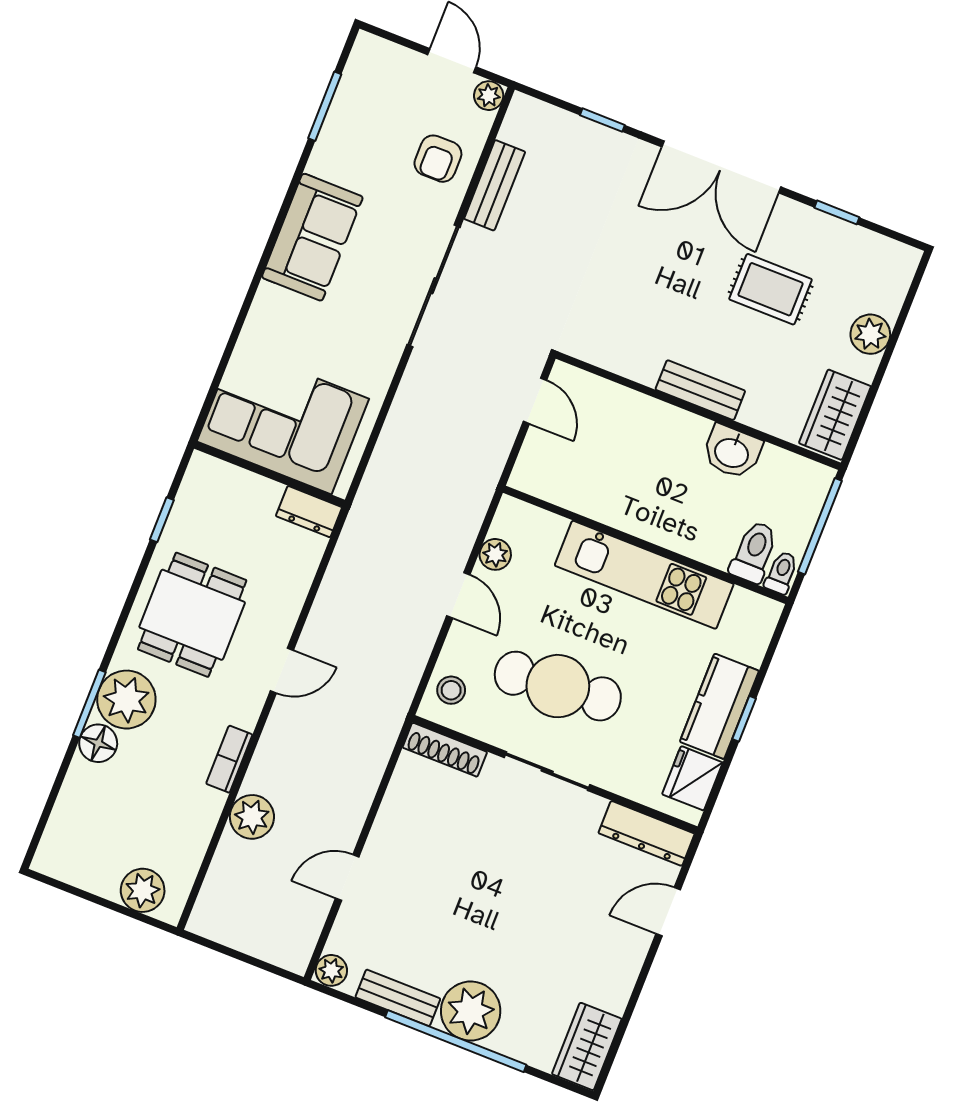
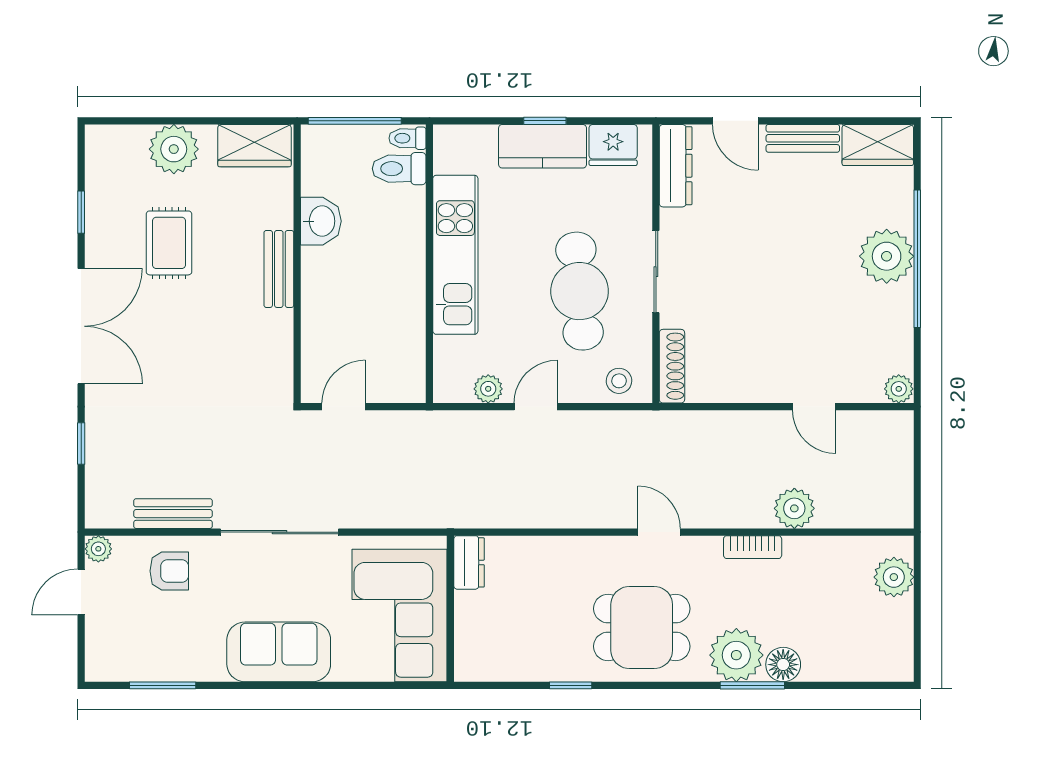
plant: (870, 334) -> (174, 149), width x1.36, depth x1.36
corner sofa: (283, 420) -> (400, 615), moved
wall: (269, 474) -> (450, 609), moved
dresser: (309, 512) -> (469, 562), moved
bench: (398, 998) -> (803, 138), moved, turned 90

